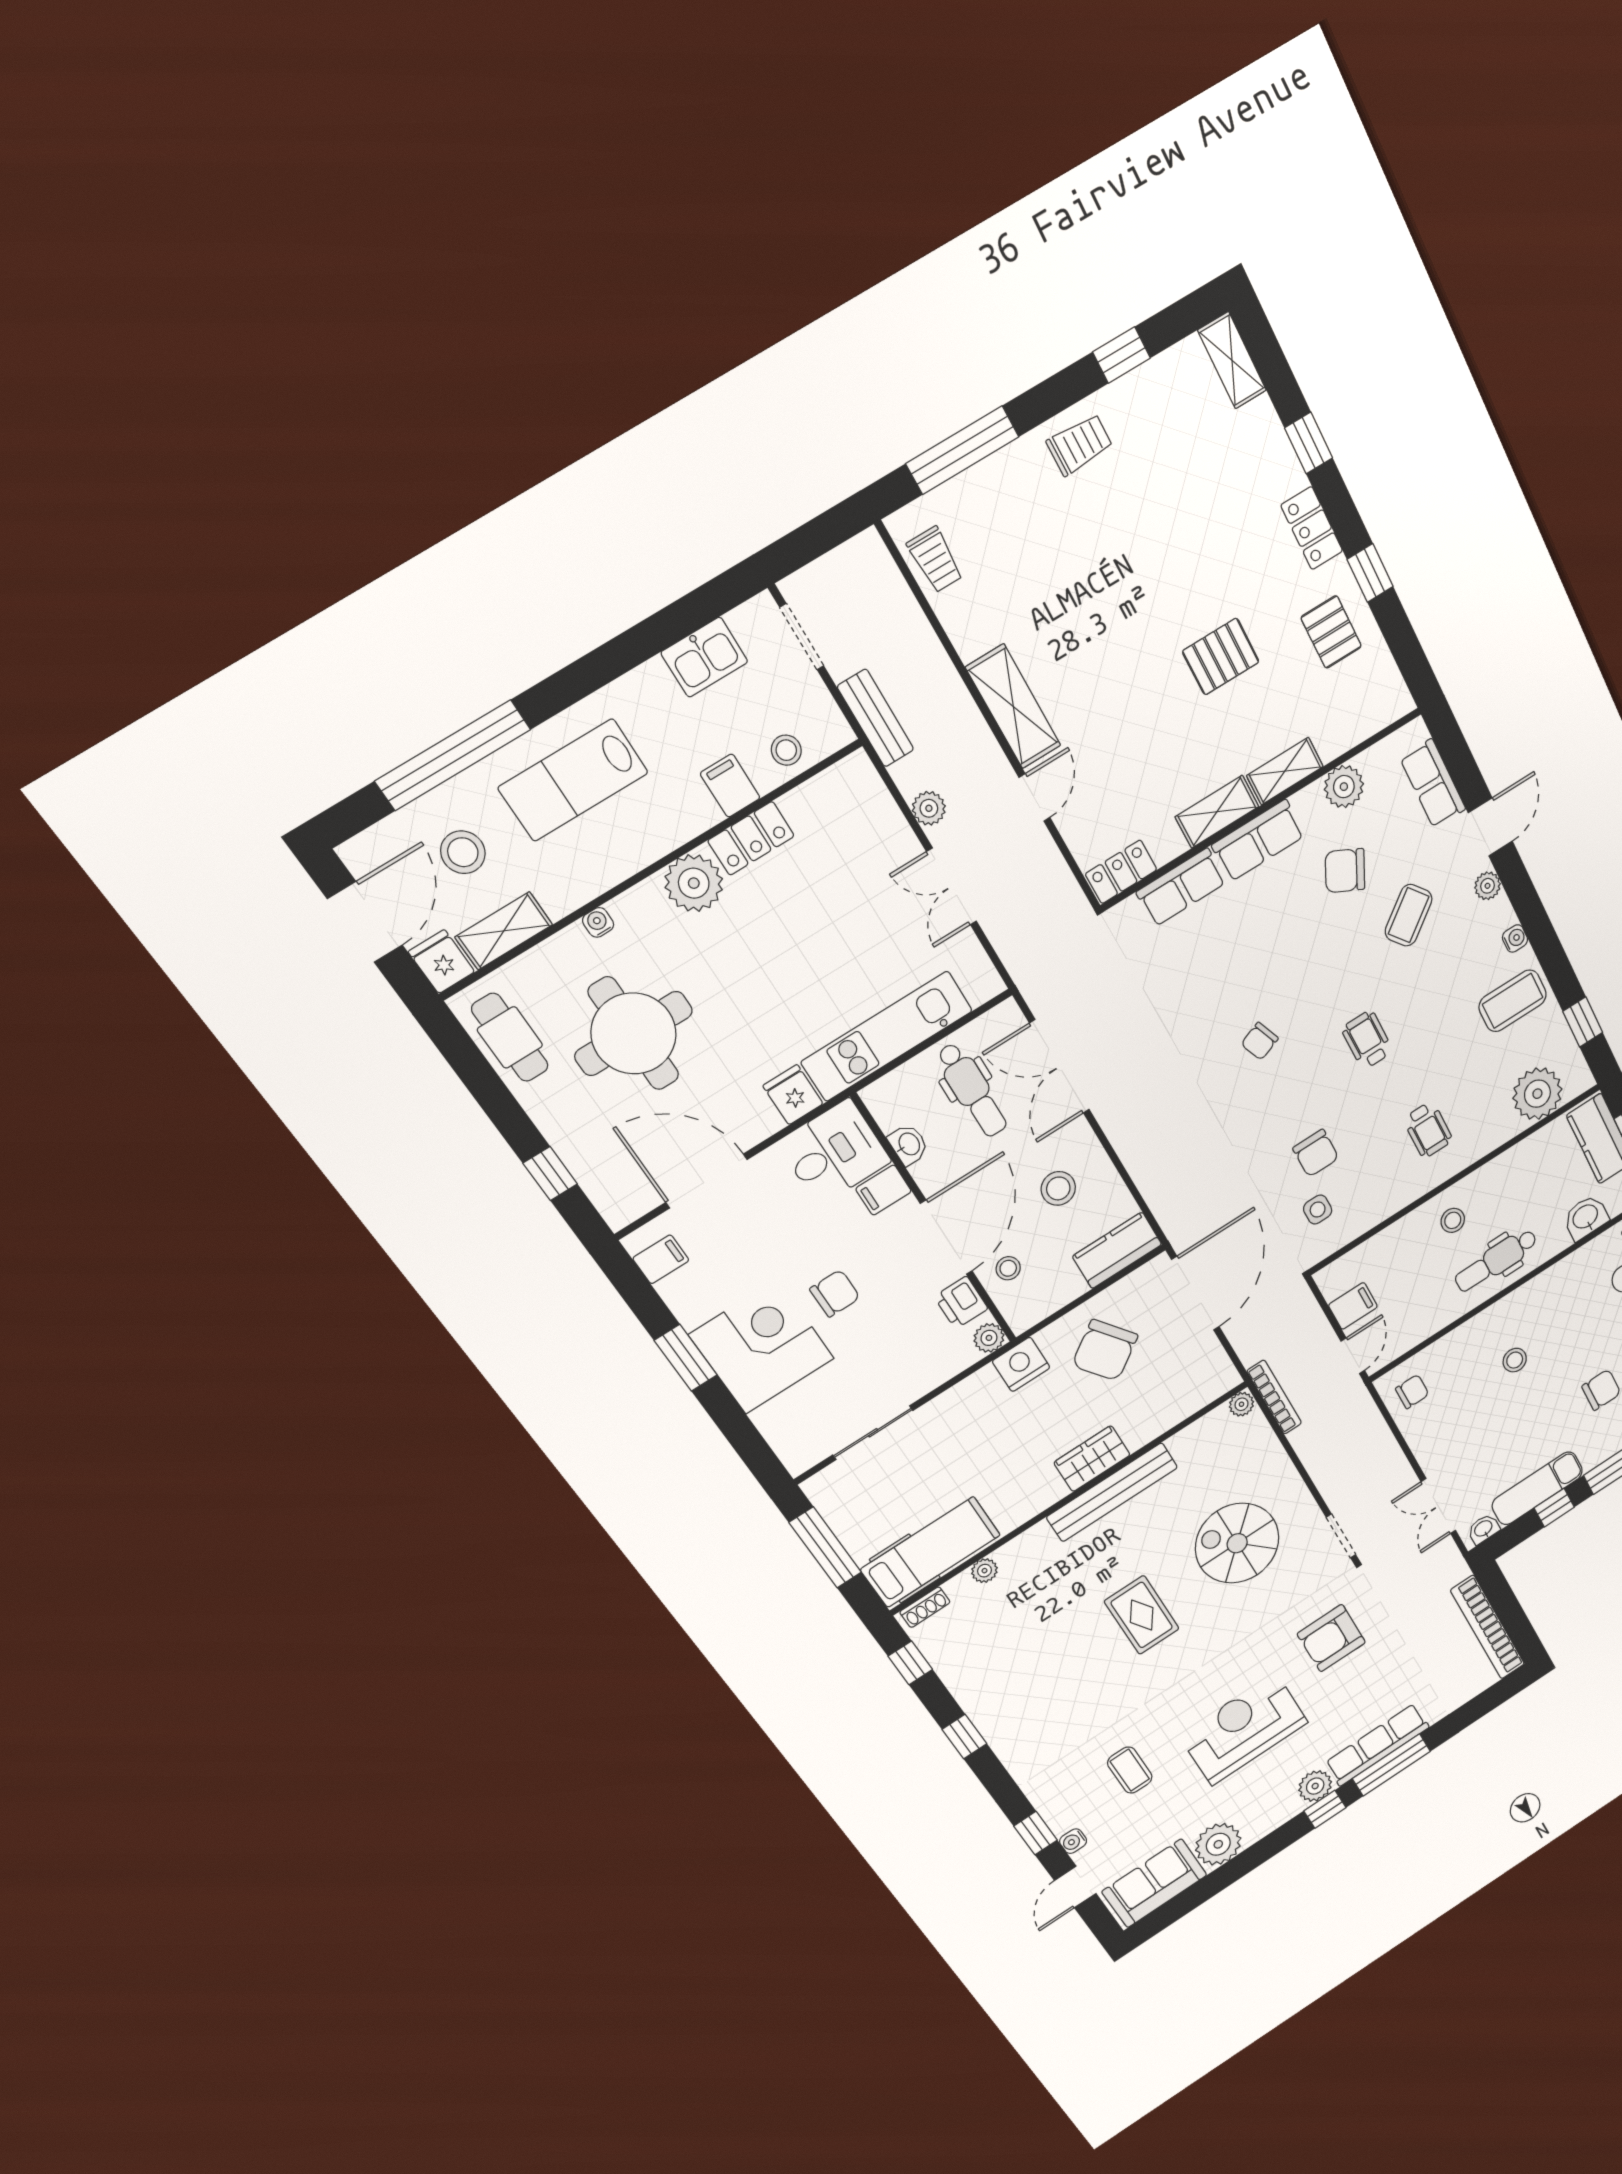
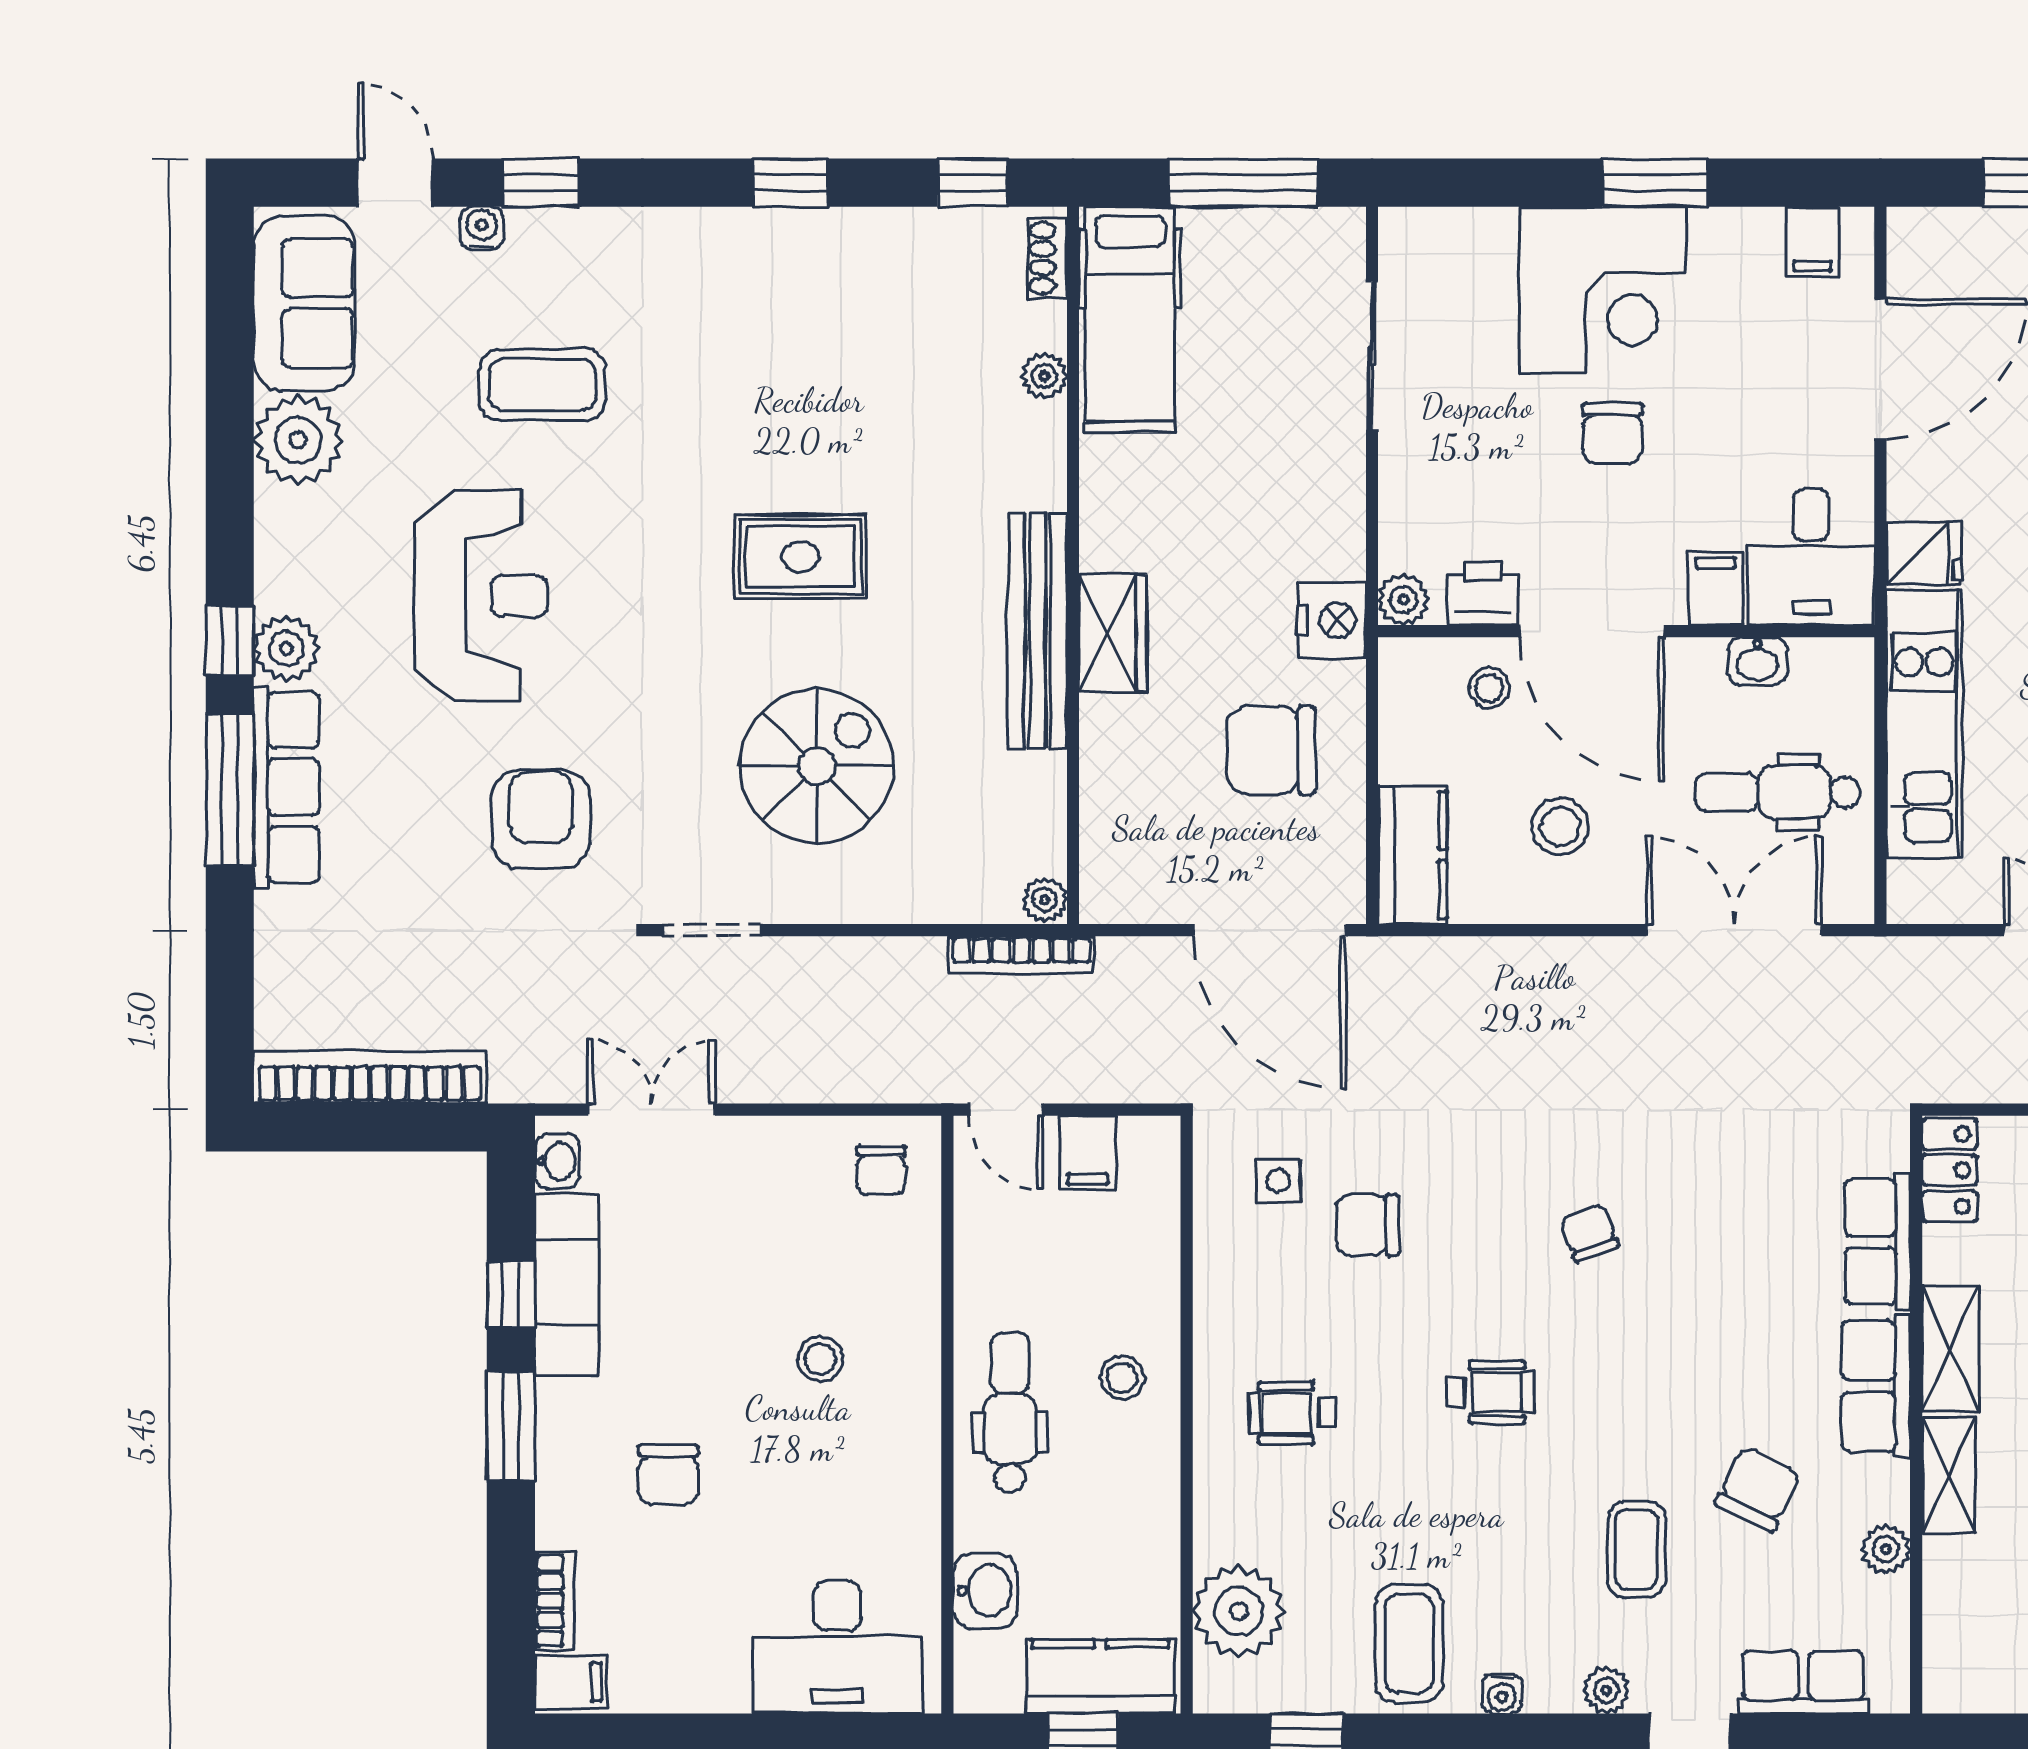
plant: (1344, 787) -> (1886, 1549), width x0.73, depth x0.73
coffee table: (1409, 915) -> (1636, 1549), turned 38
chair: (1105, 1350) -> (1271, 750), turned -54
coffee table: (1130, 1770) -> (542, 385), width x1.36, depth x1.30

